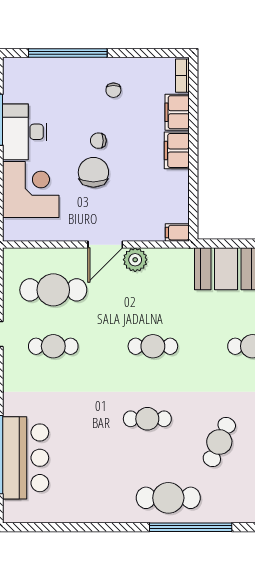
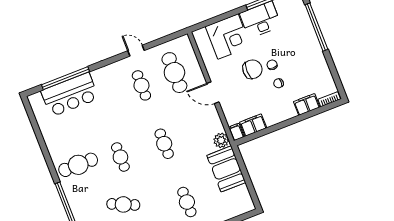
chair: (113, 90) -> (279, 83), moved
filing cabinet: (177, 150) -> (253, 125), moved
plant: (135, 260) -> (221, 140), moved
cafe table: (168, 498) -> (78, 165), moved, turned 90

